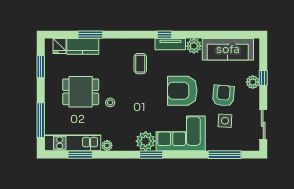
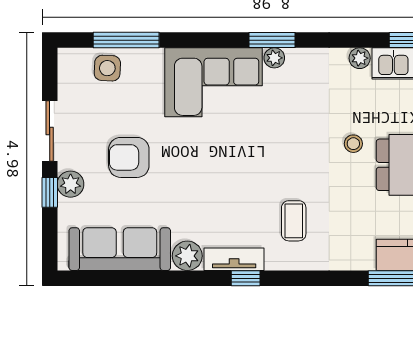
armchair: (182, 91) -> (210, 167), removed
armchair: (223, 96) -> (129, 157), turned 85
side table: (225, 121) -> (107, 68), moved
sliding door: (263, 124) -> (50, 131), moved
plant: (146, 141) -> (274, 58), width x0.53, depth x0.53

